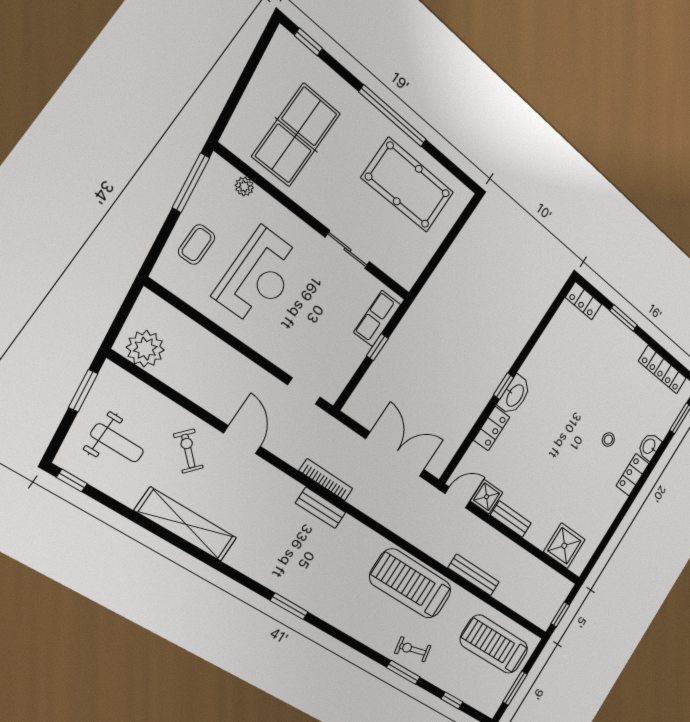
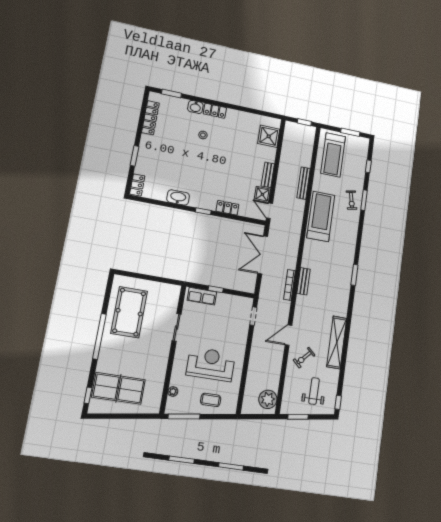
table tennis table: (296, 135) -> (119, 388), moved
washbasin: (515, 395) -> (178, 197), moved
treadmill: (411, 584) -> (321, 216), turned 180

